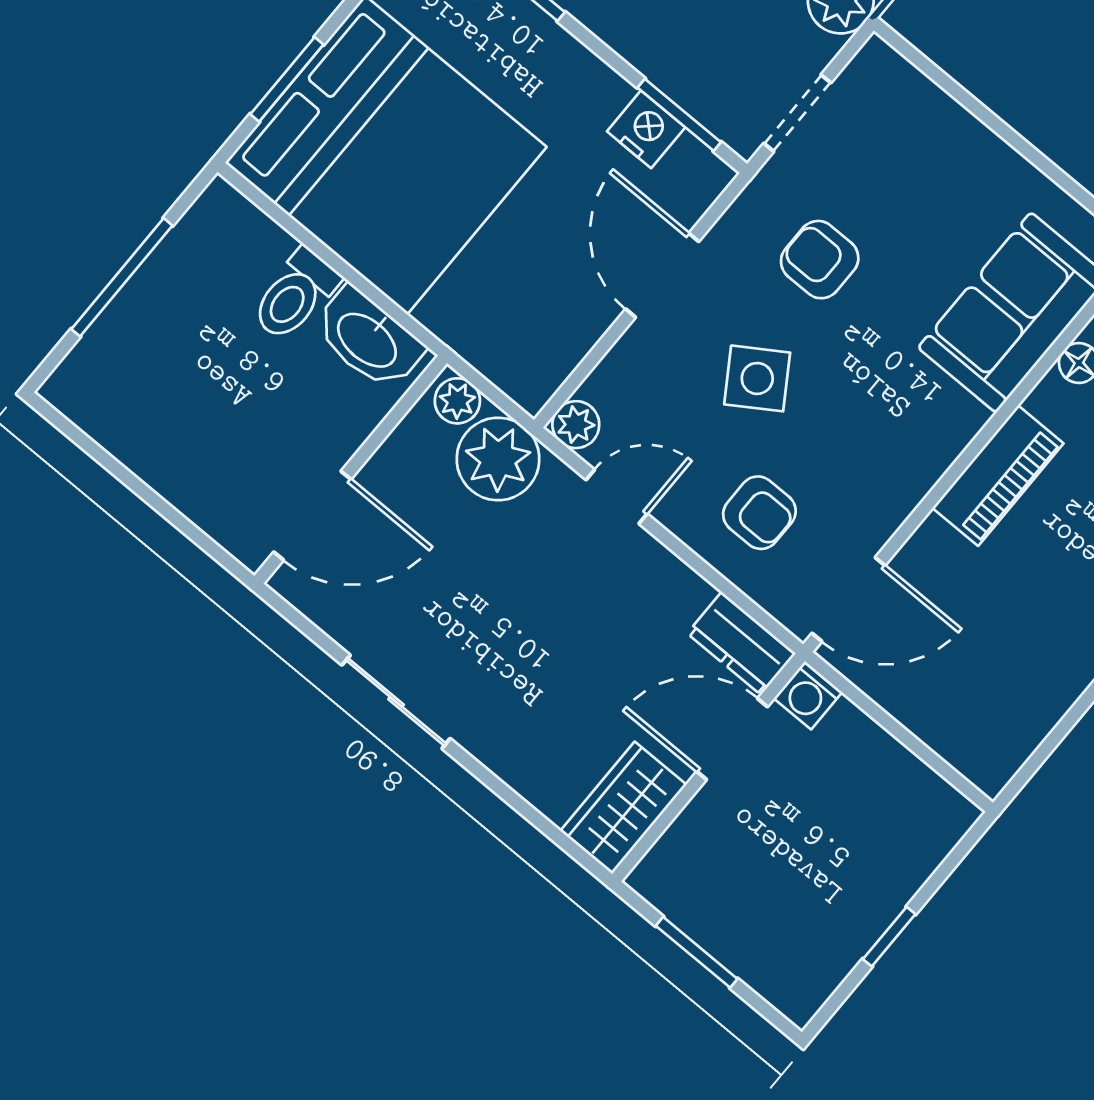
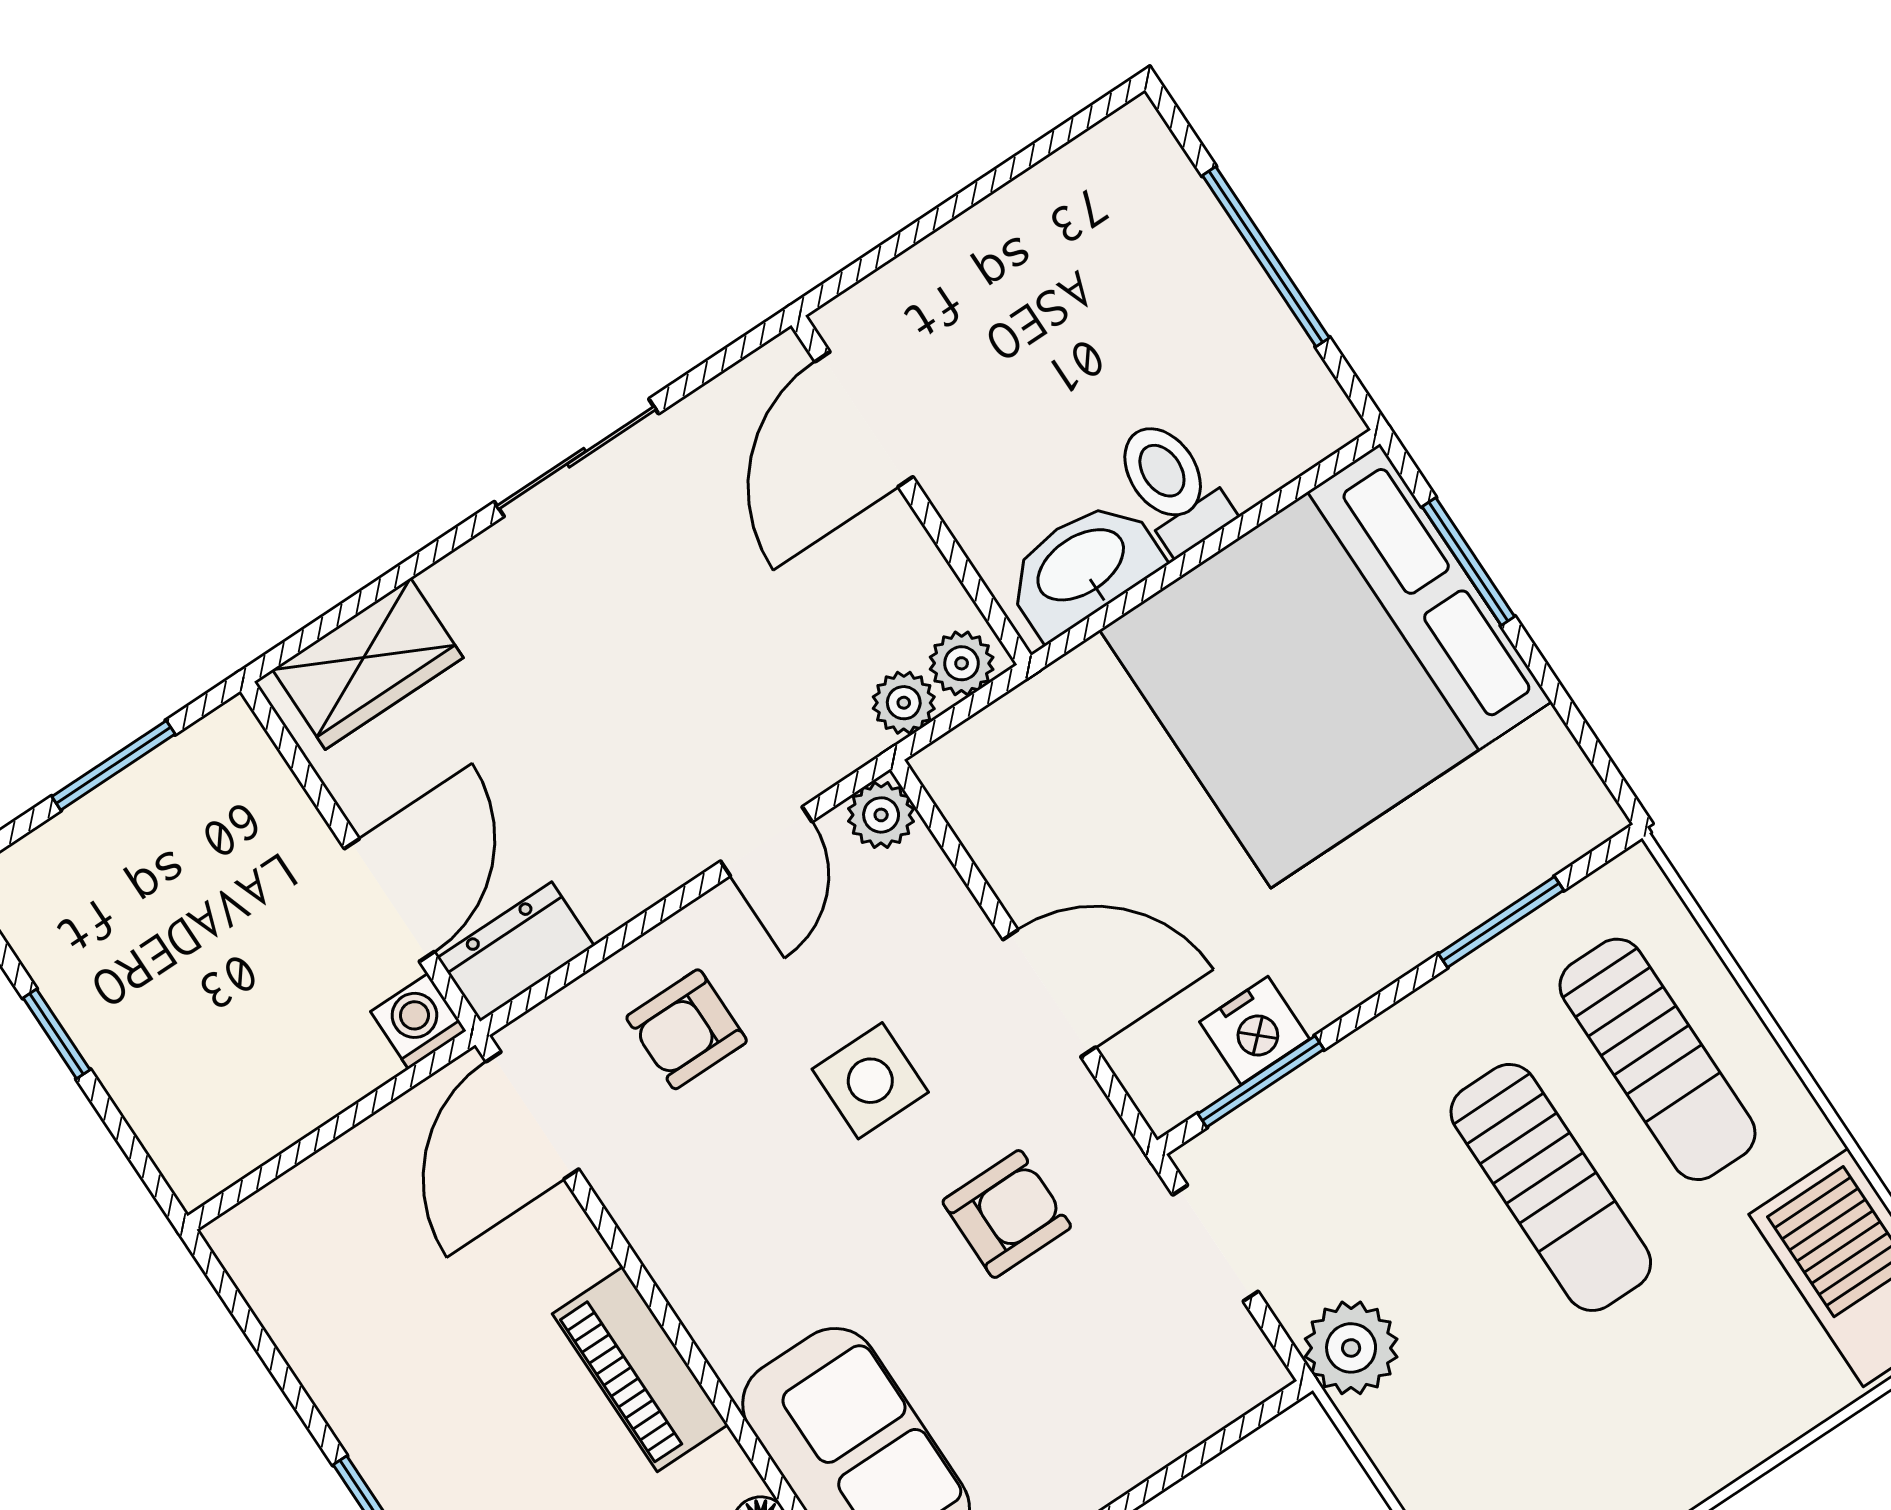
side table: (757, 378) -> (870, 1081), turned 33
plant: (498, 459) -> (904, 703), width x0.53, depth x0.53
wardrobe: (623, 808) -> (368, 664), moved, turned 90

